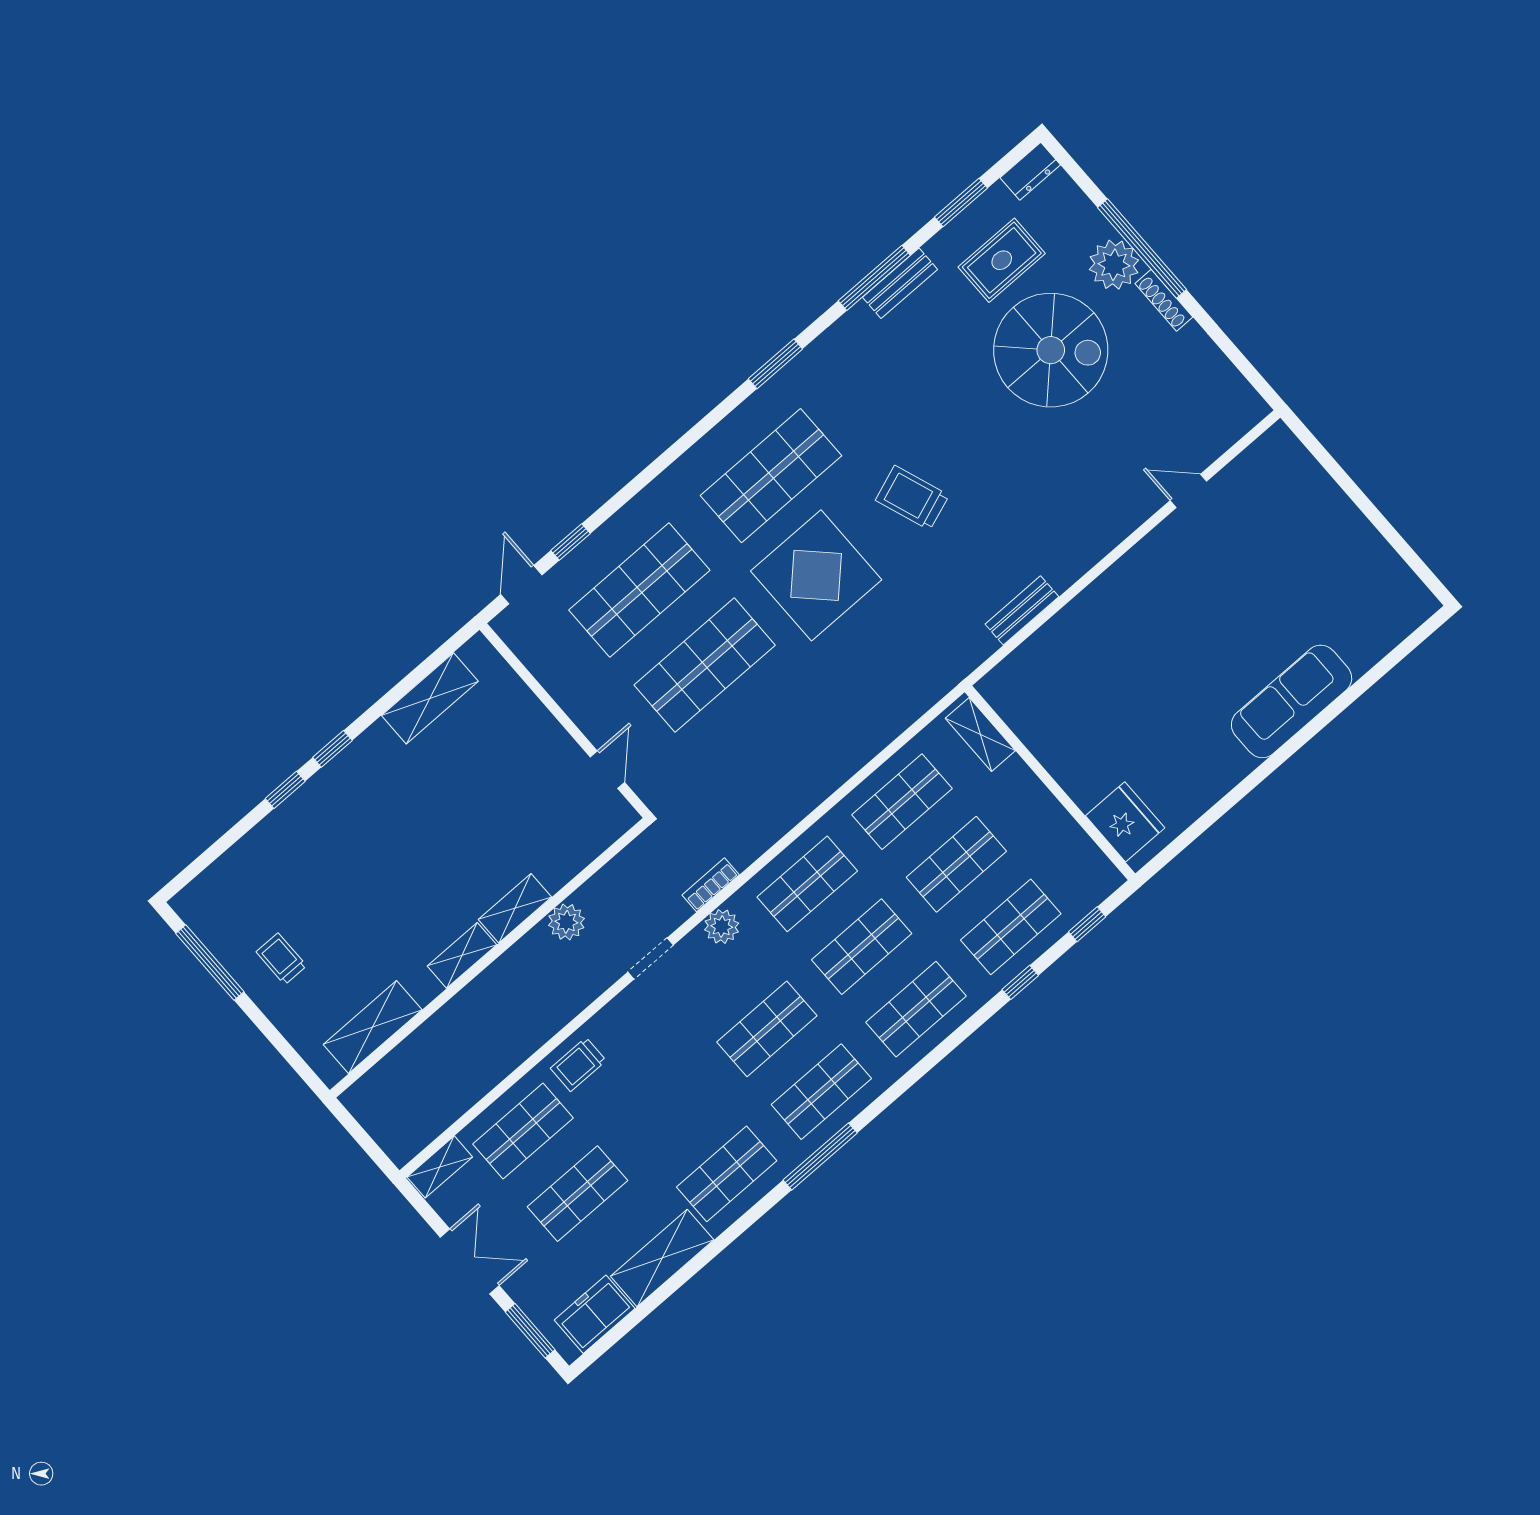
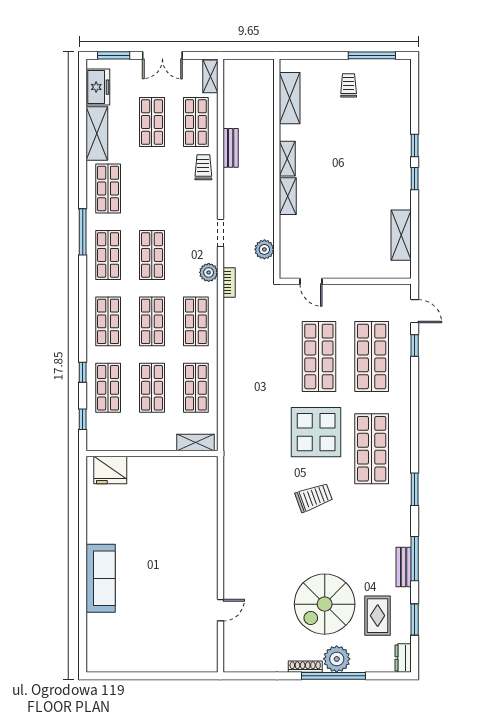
bench: (1022, 610) -> (231, 148), moved
plant: (566, 922) -> (264, 249), moved
trolley: (281, 959) -> (349, 85), turned -90

